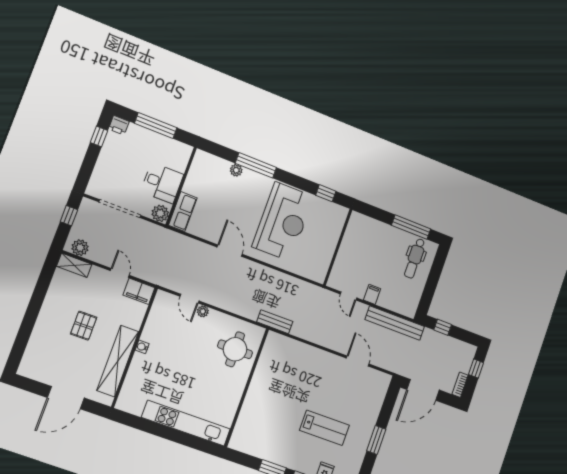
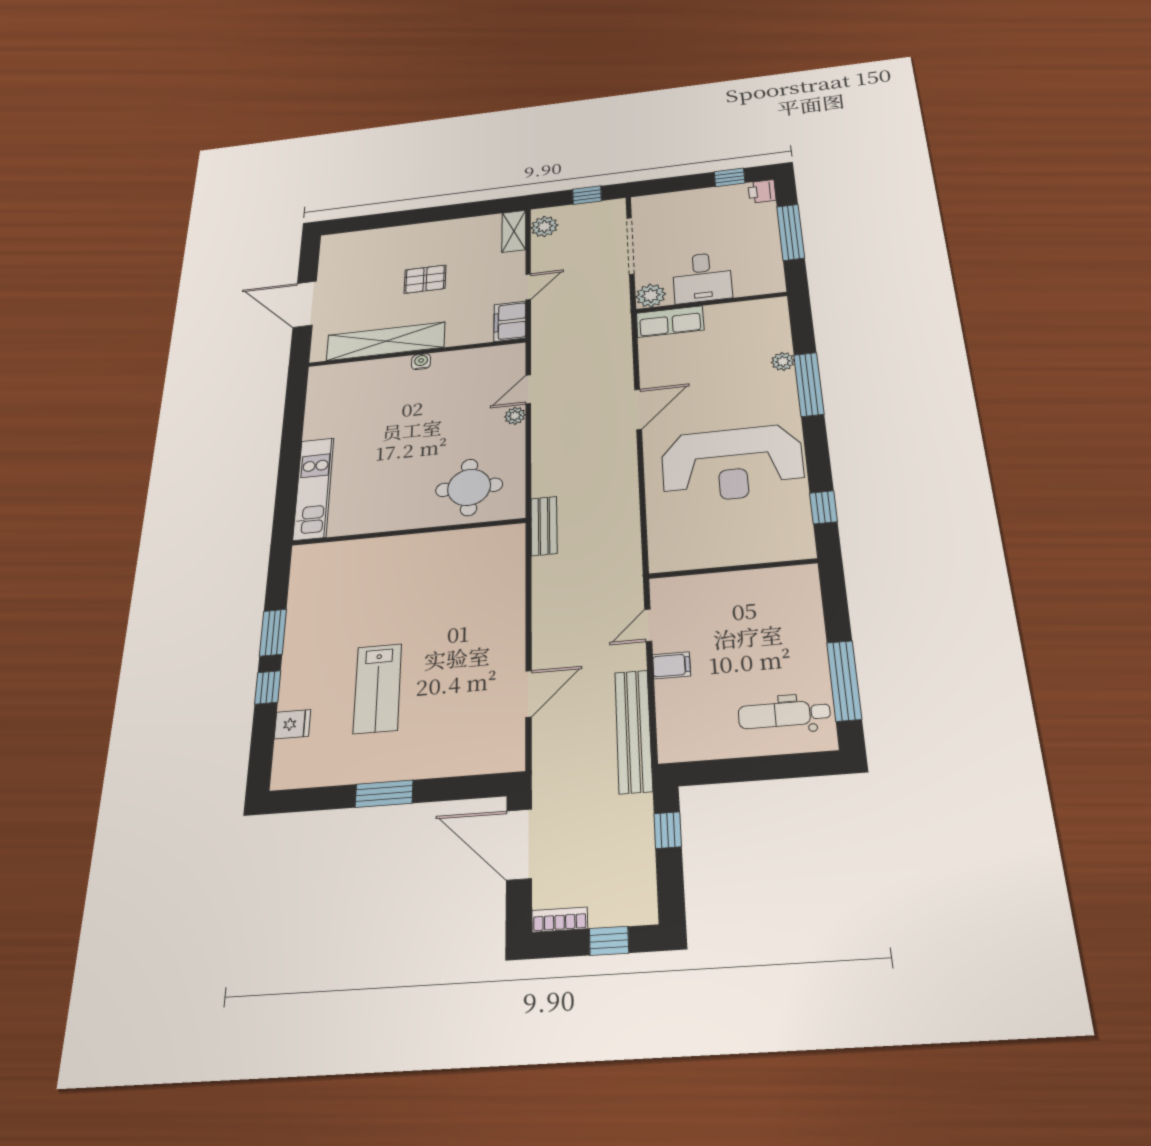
kitchen unit: (186, 423) -> (314, 488), width x0.73

